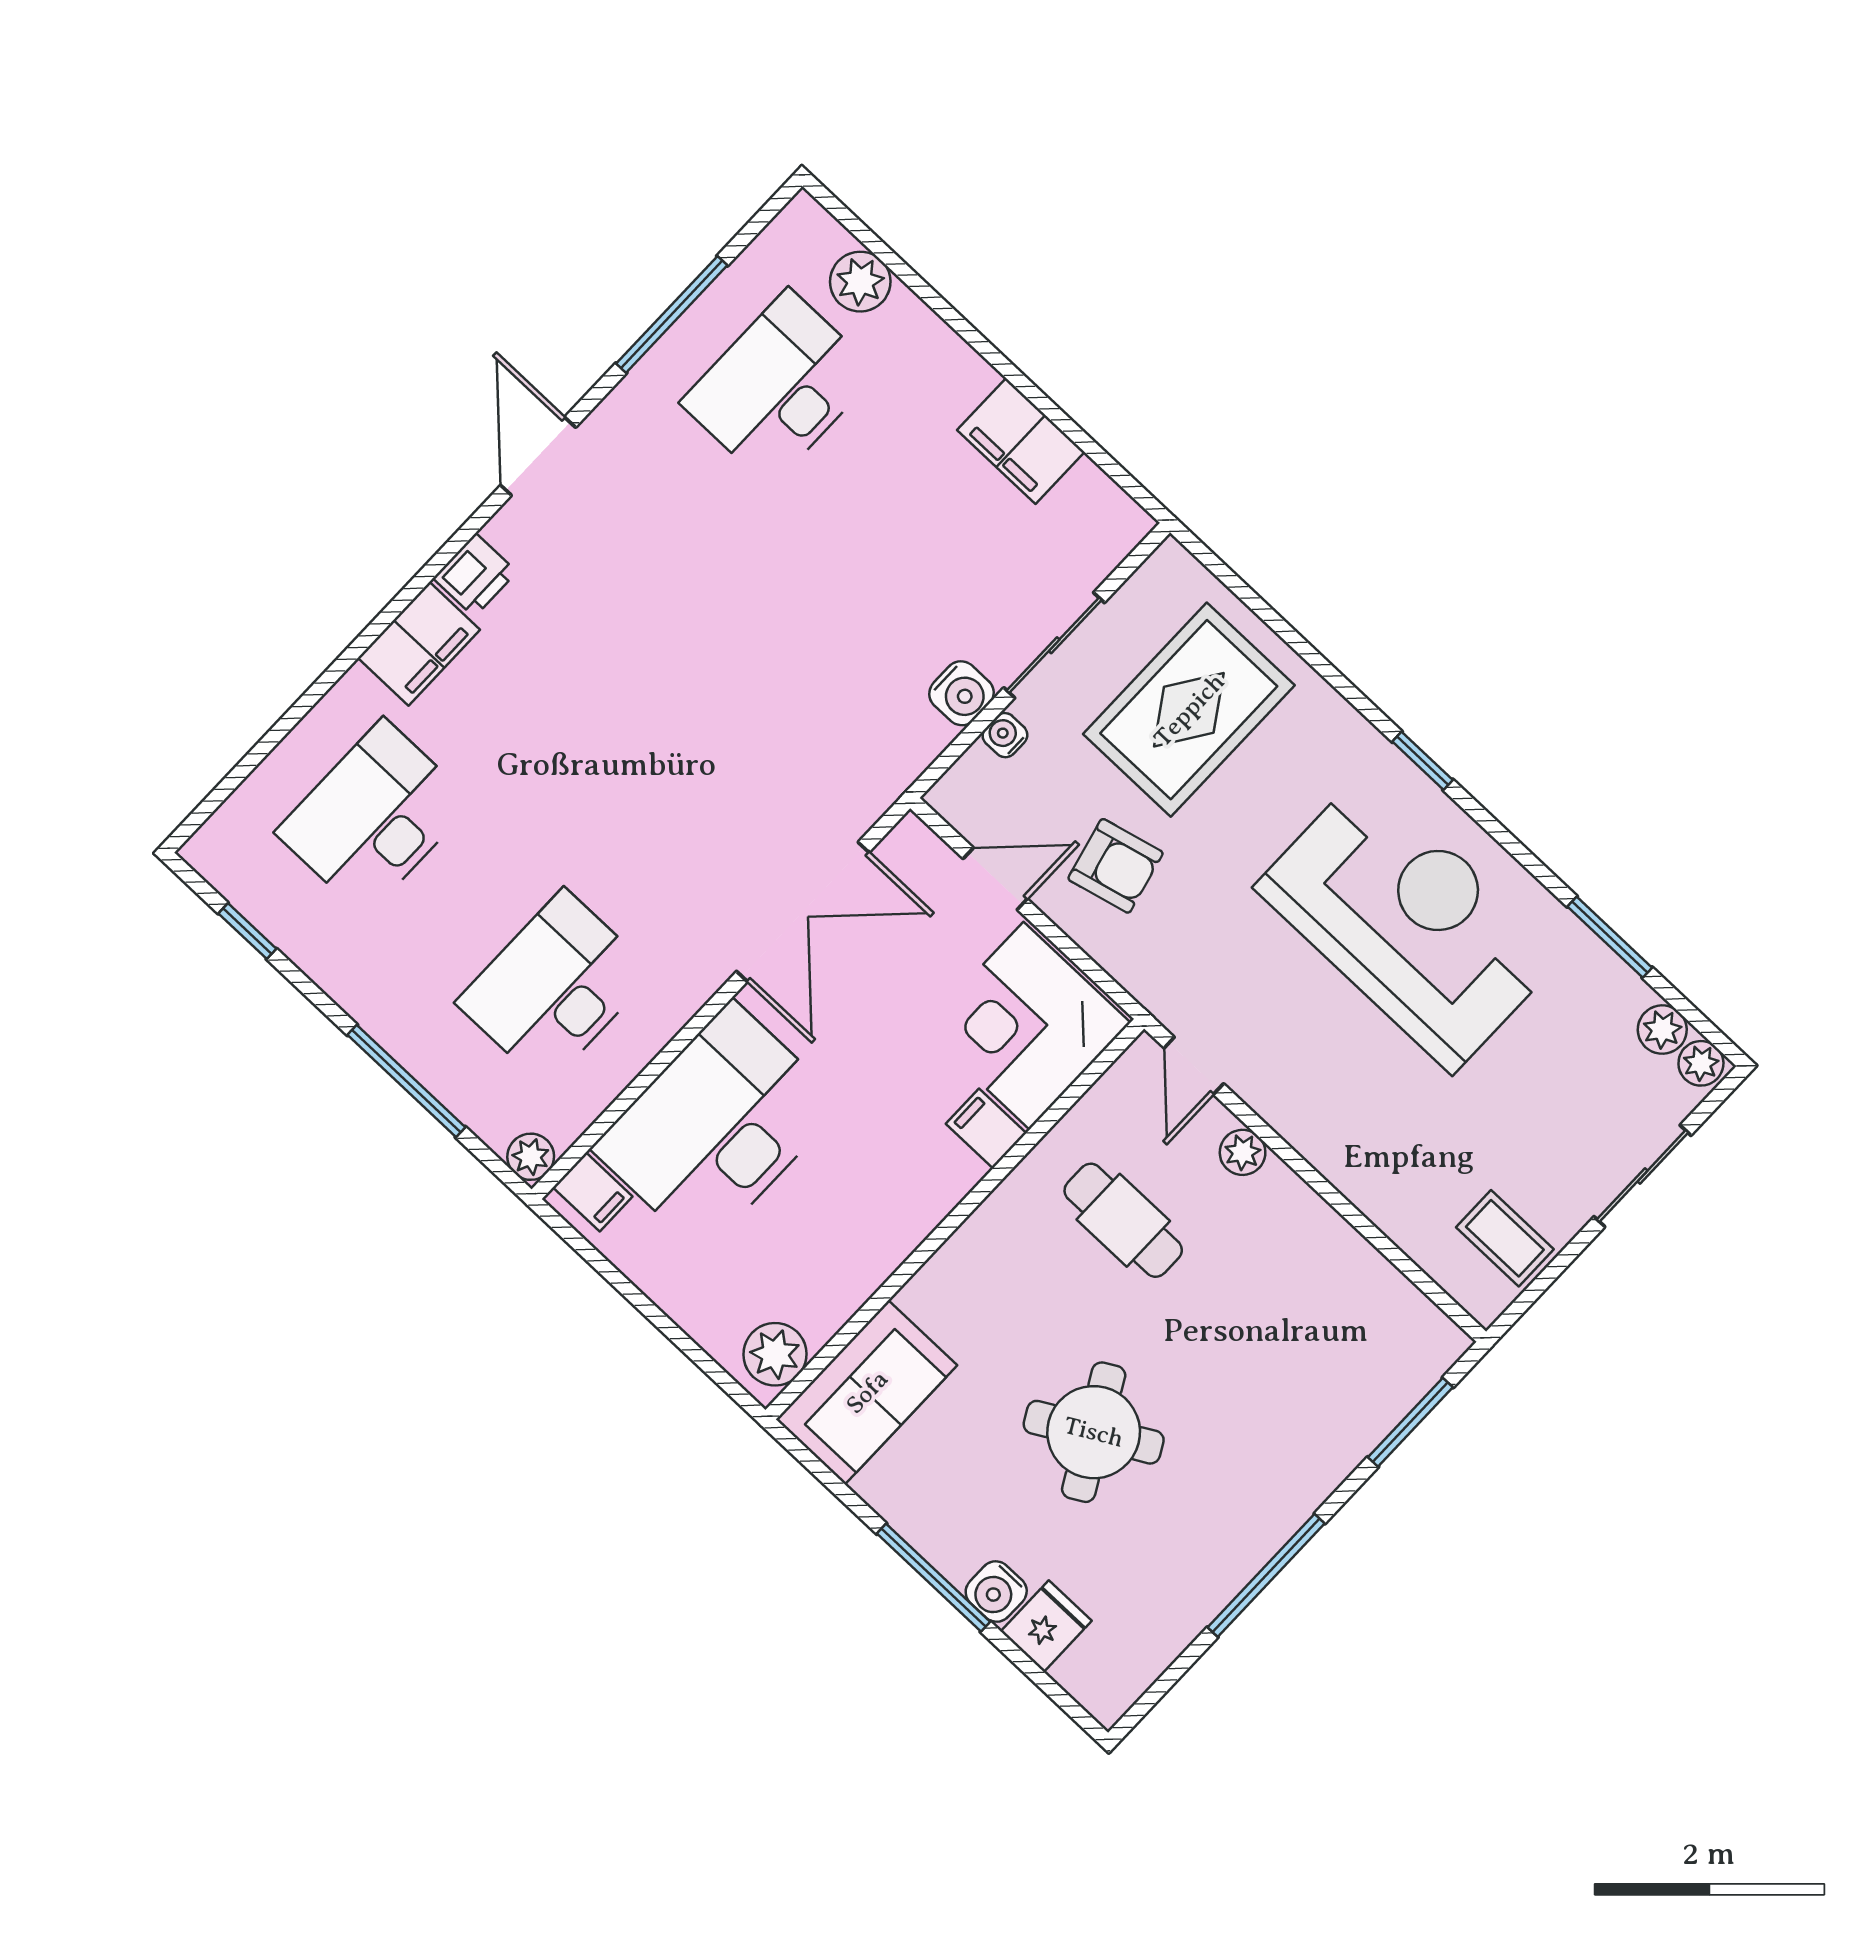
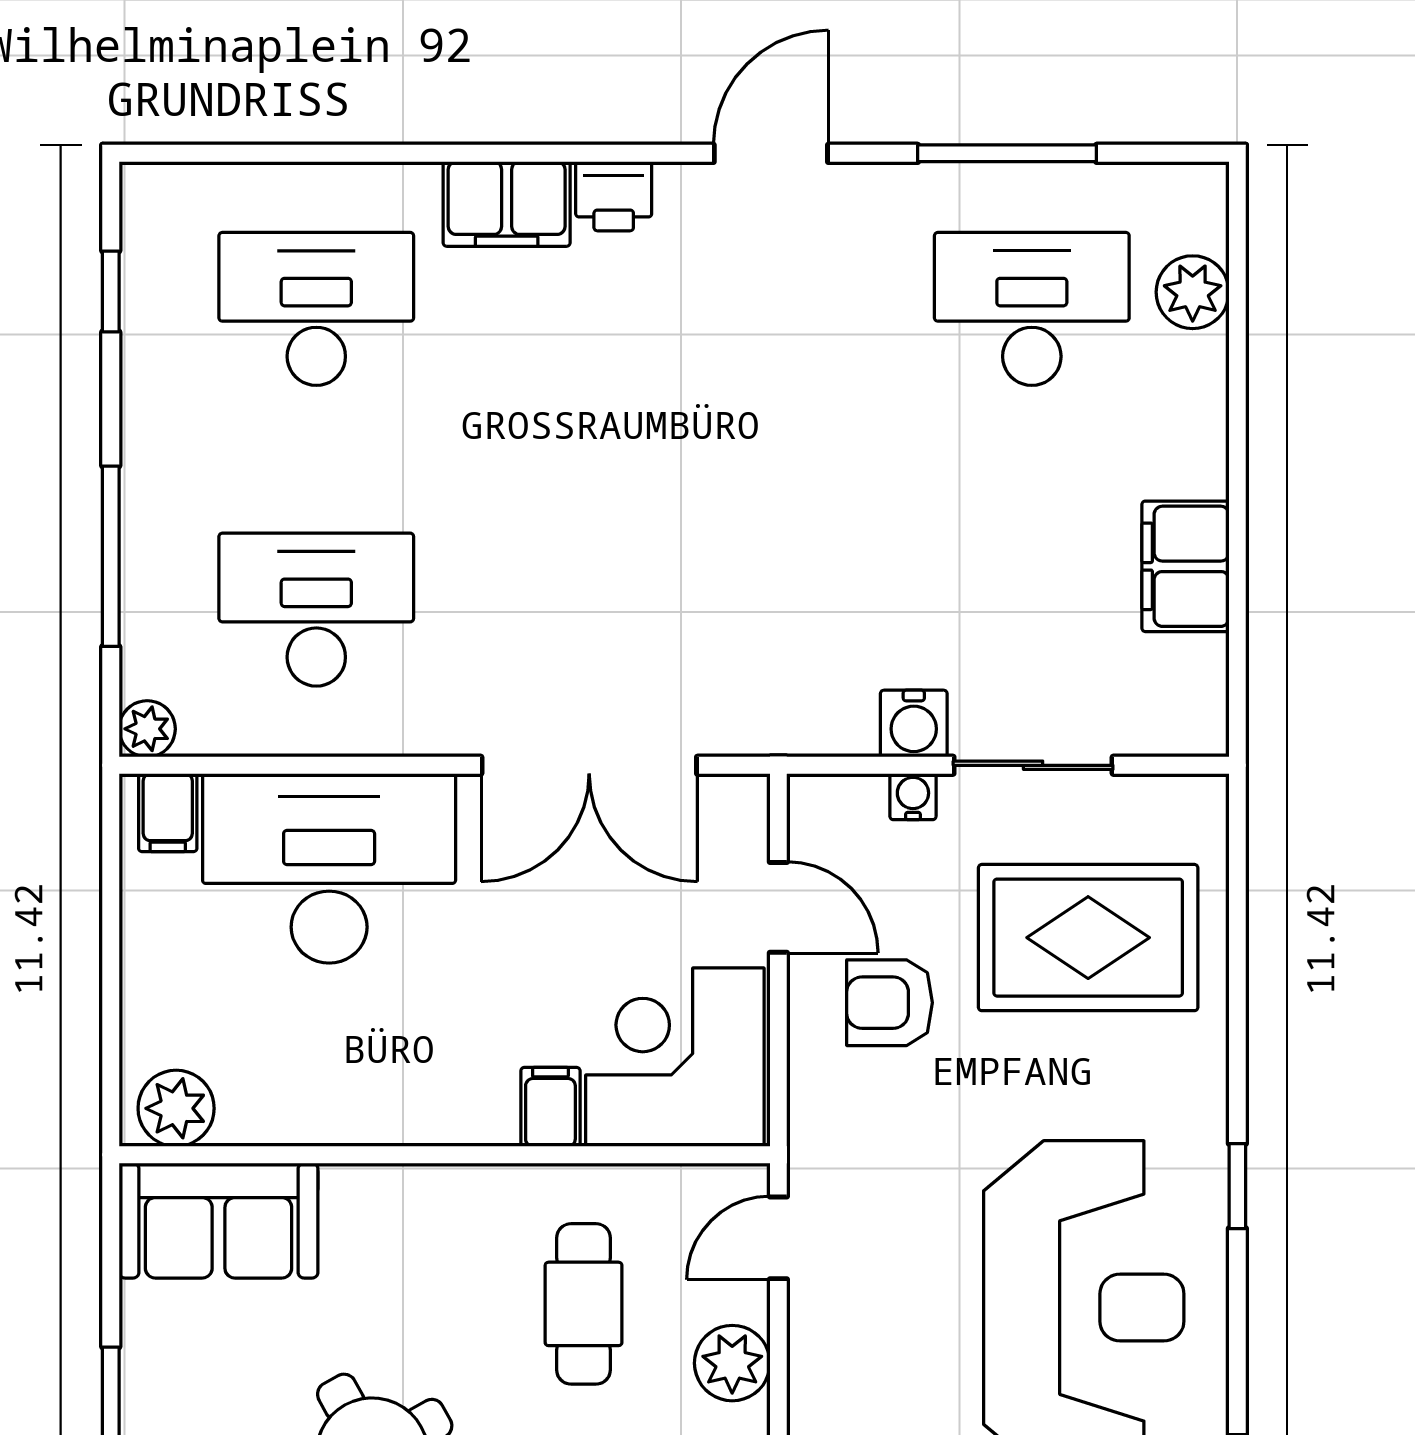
armchair: (1116, 866) -> (890, 1003), turned 104
plant: (1243, 1152) -> (732, 1363), width x1.38, depth x1.38

